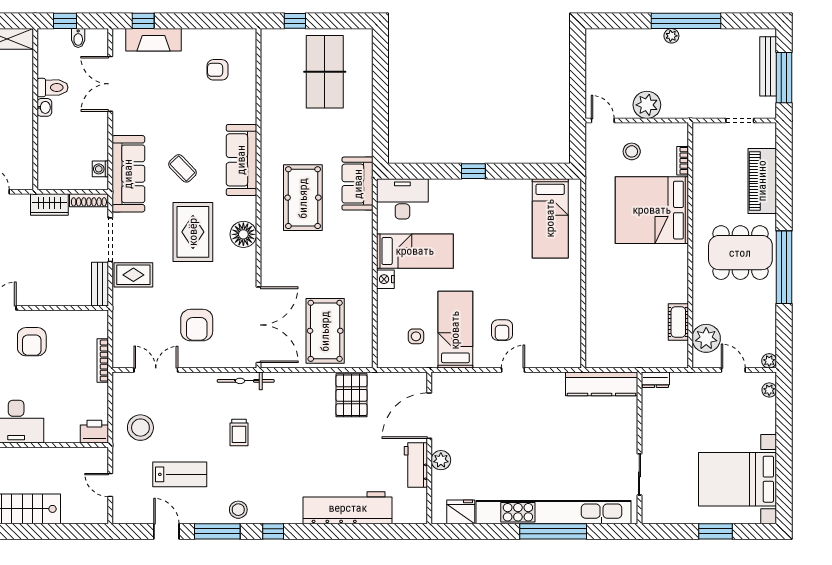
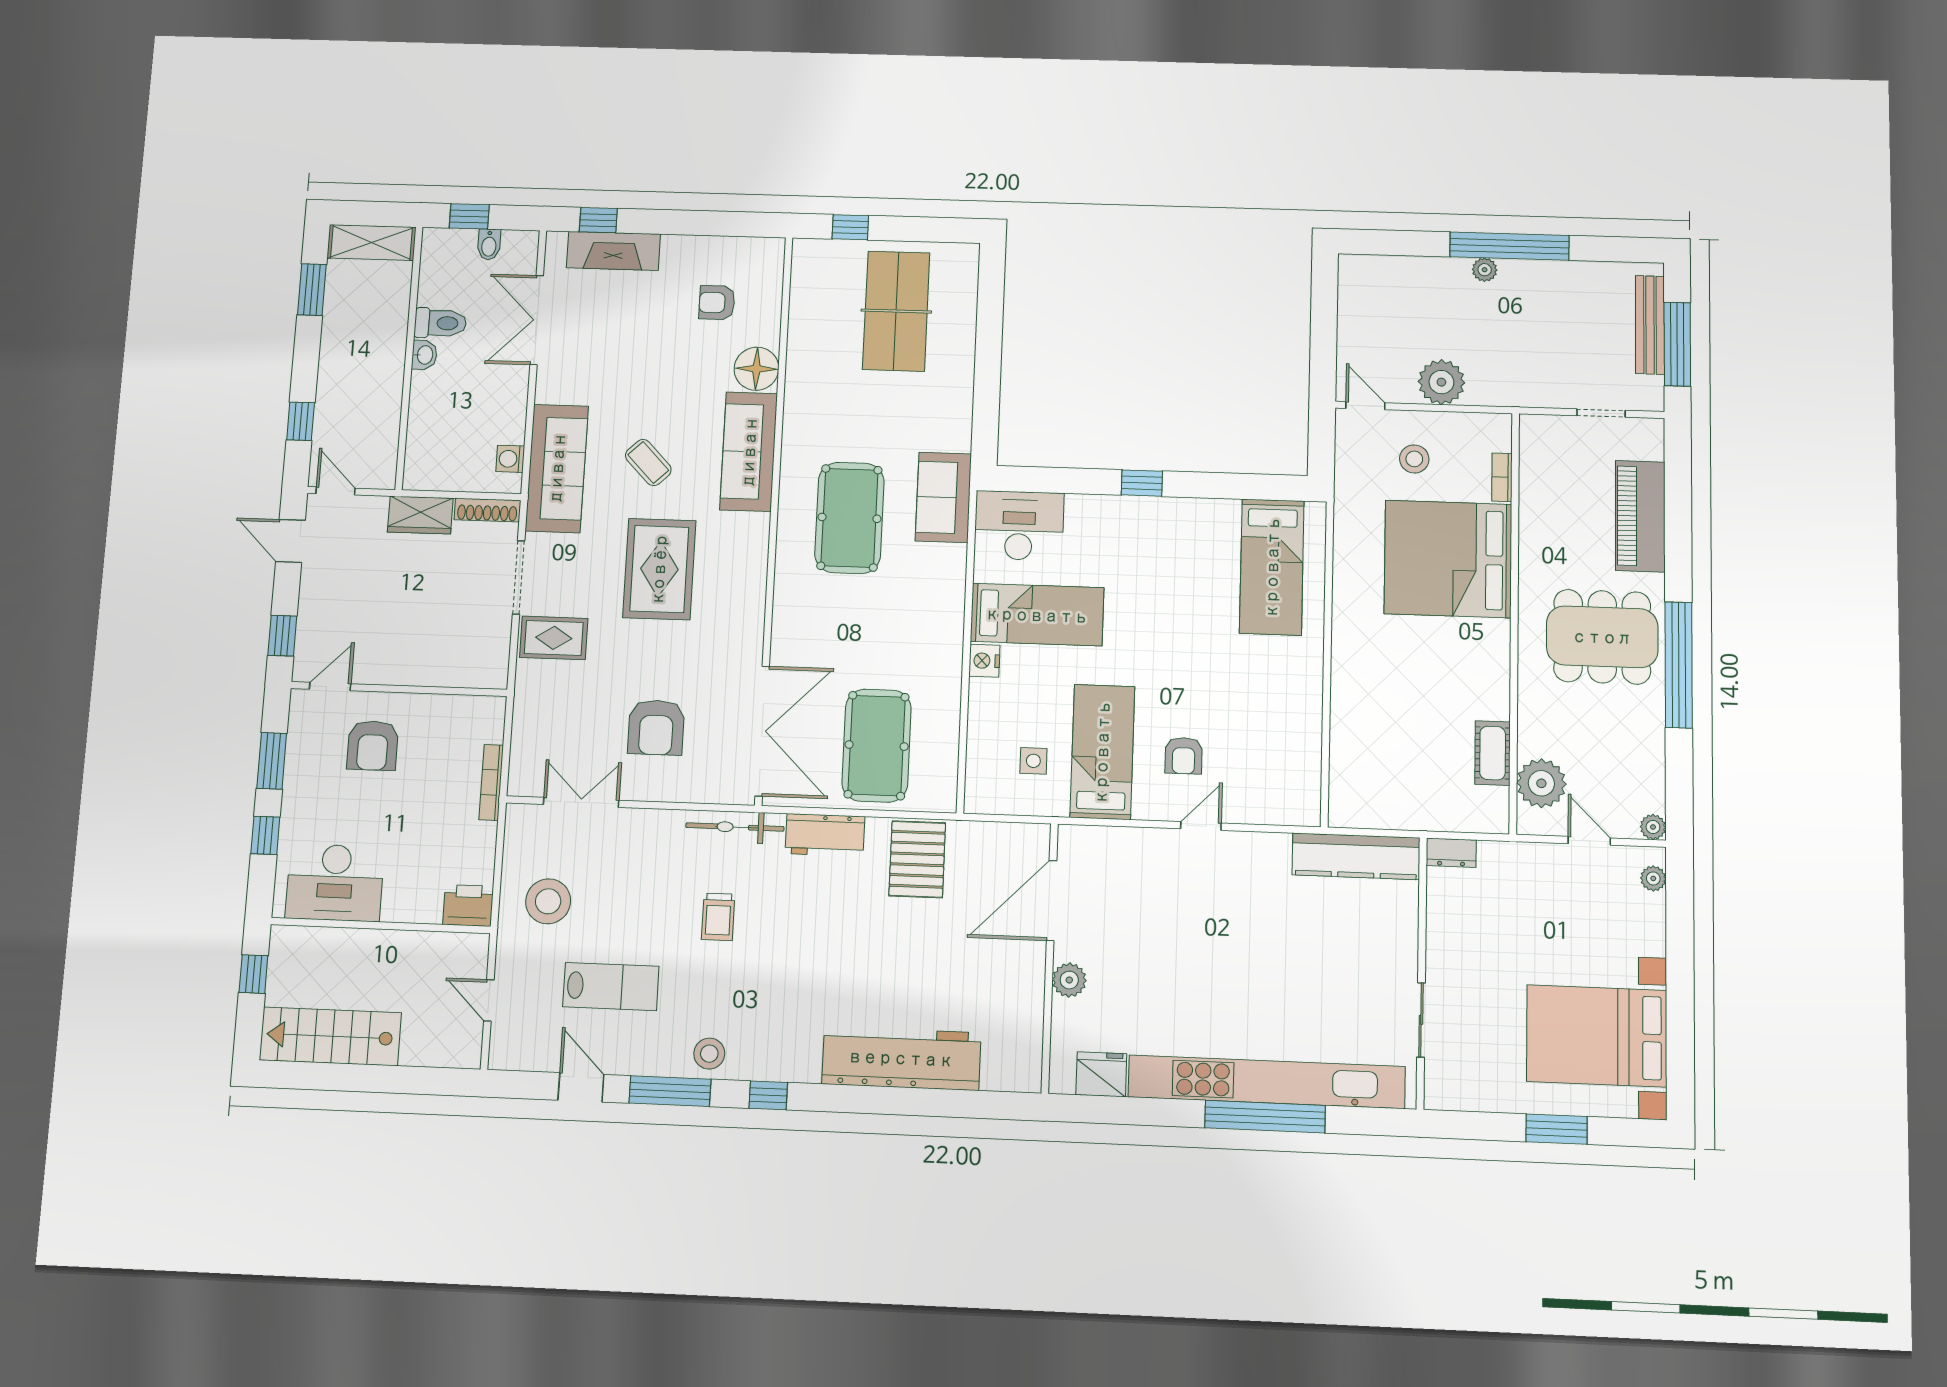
floor lamp: (243, 234) -> (756, 369), moved
bench: (100, 284) -> (496, 652), removed
workbench: (416, 465) -> (825, 835), moved, turned -90

